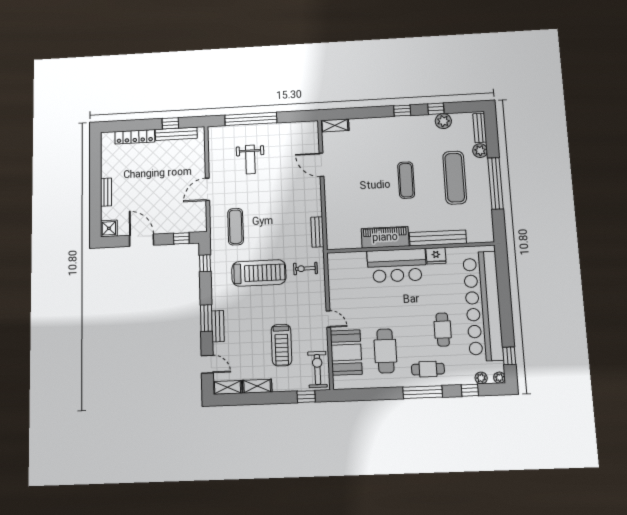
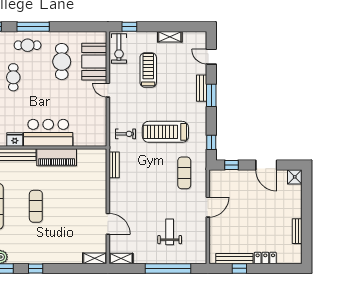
locker: (135, 137) -> (265, 258), width x0.66
bench: (106, 192) -> (297, 231), moved
shelving: (227, 387) -> (121, 258), moved

